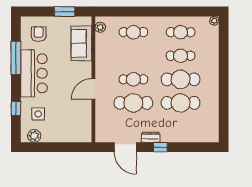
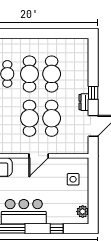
cafe table: (133, 79) -> (29, 118), width x1.37, depth x1.35
door: (93, 89) -> (39, 156), hinge flipped
side table: (38, 114) -> (73, 179), moved

